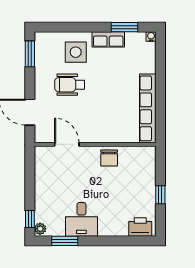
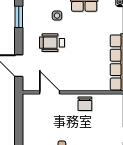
side table: (76, 52) -> (57, 16), width x0.54, depth x0.54

